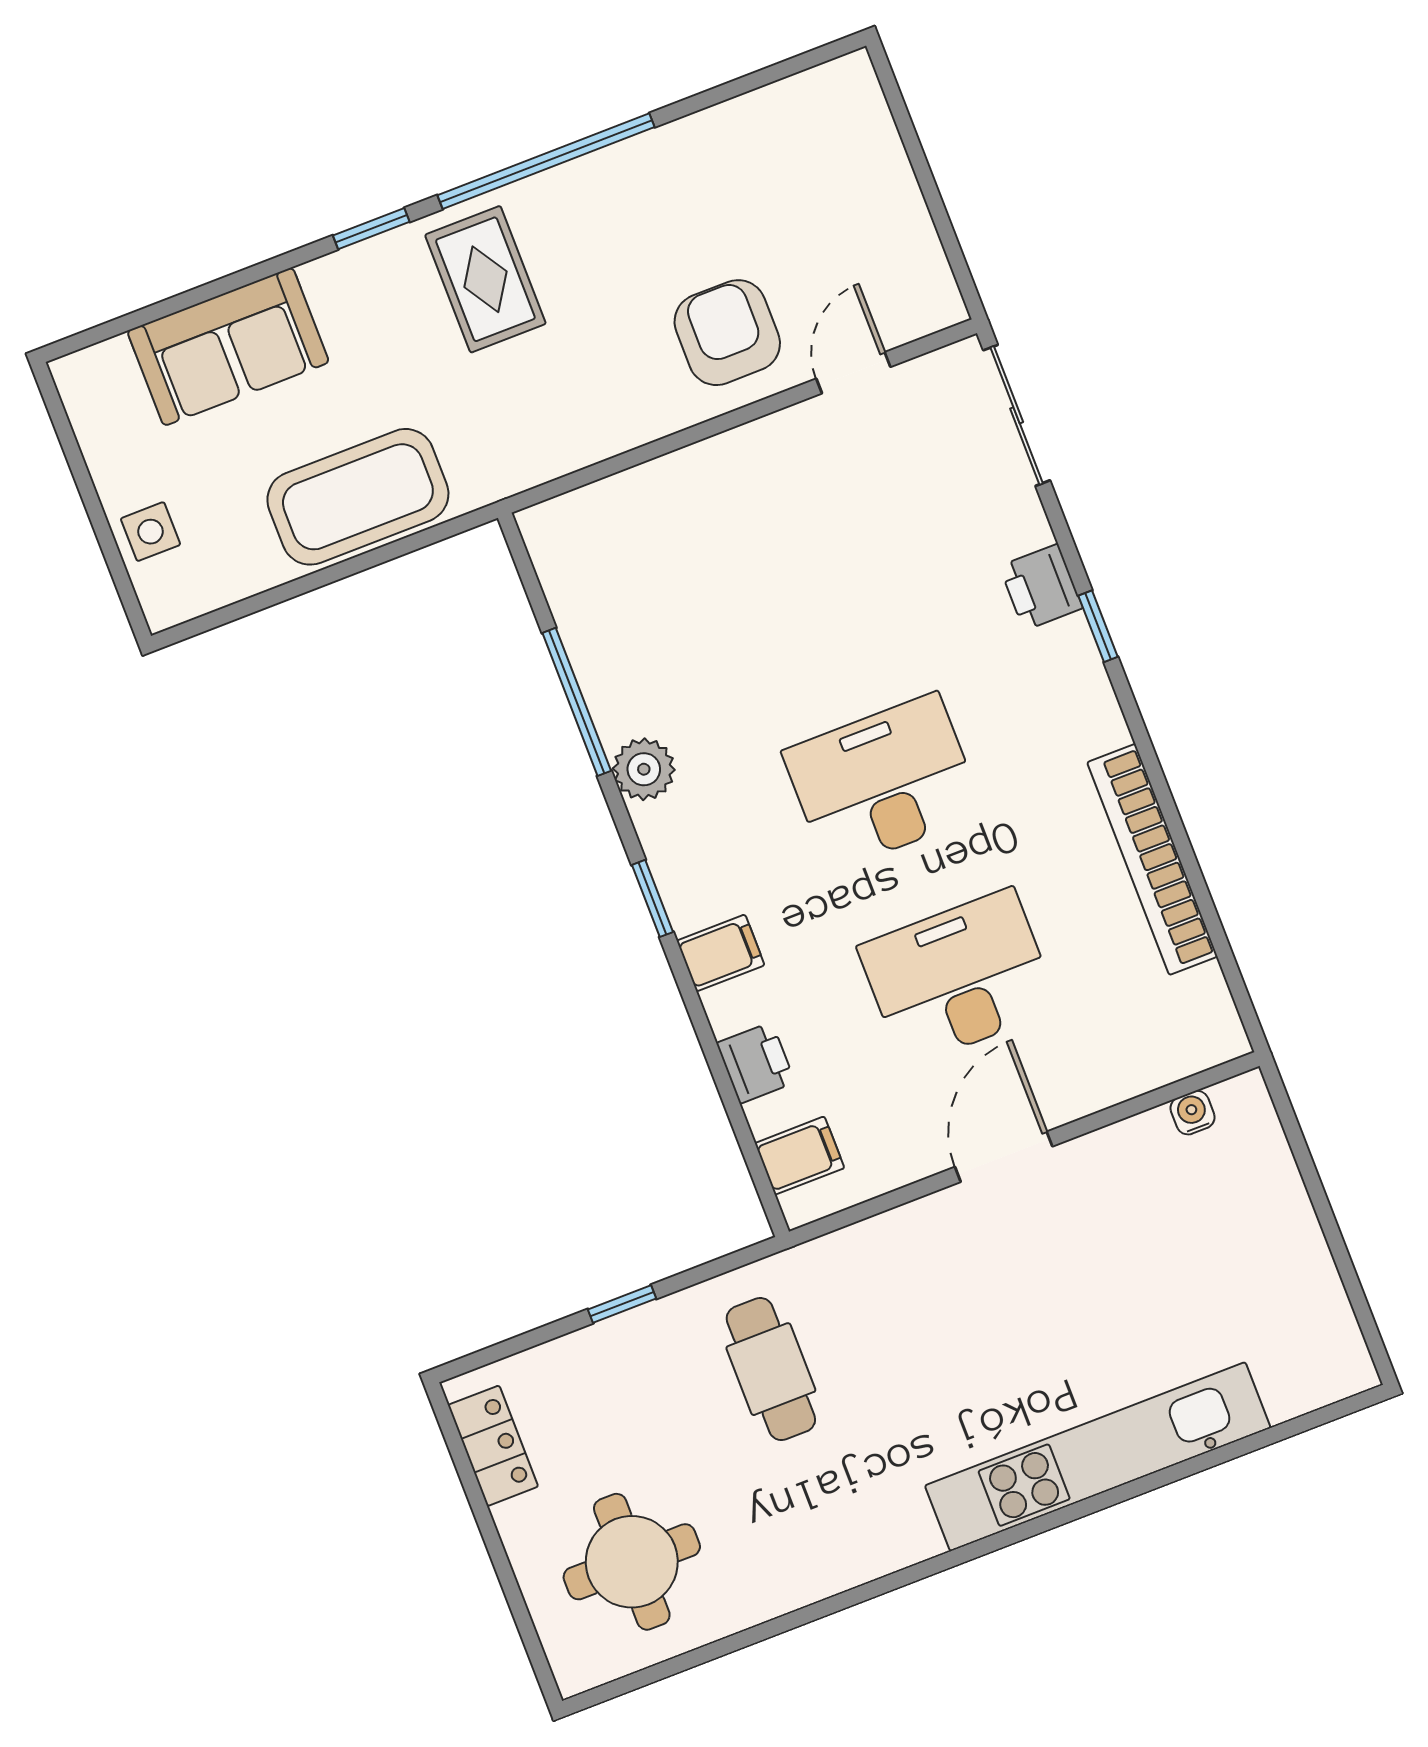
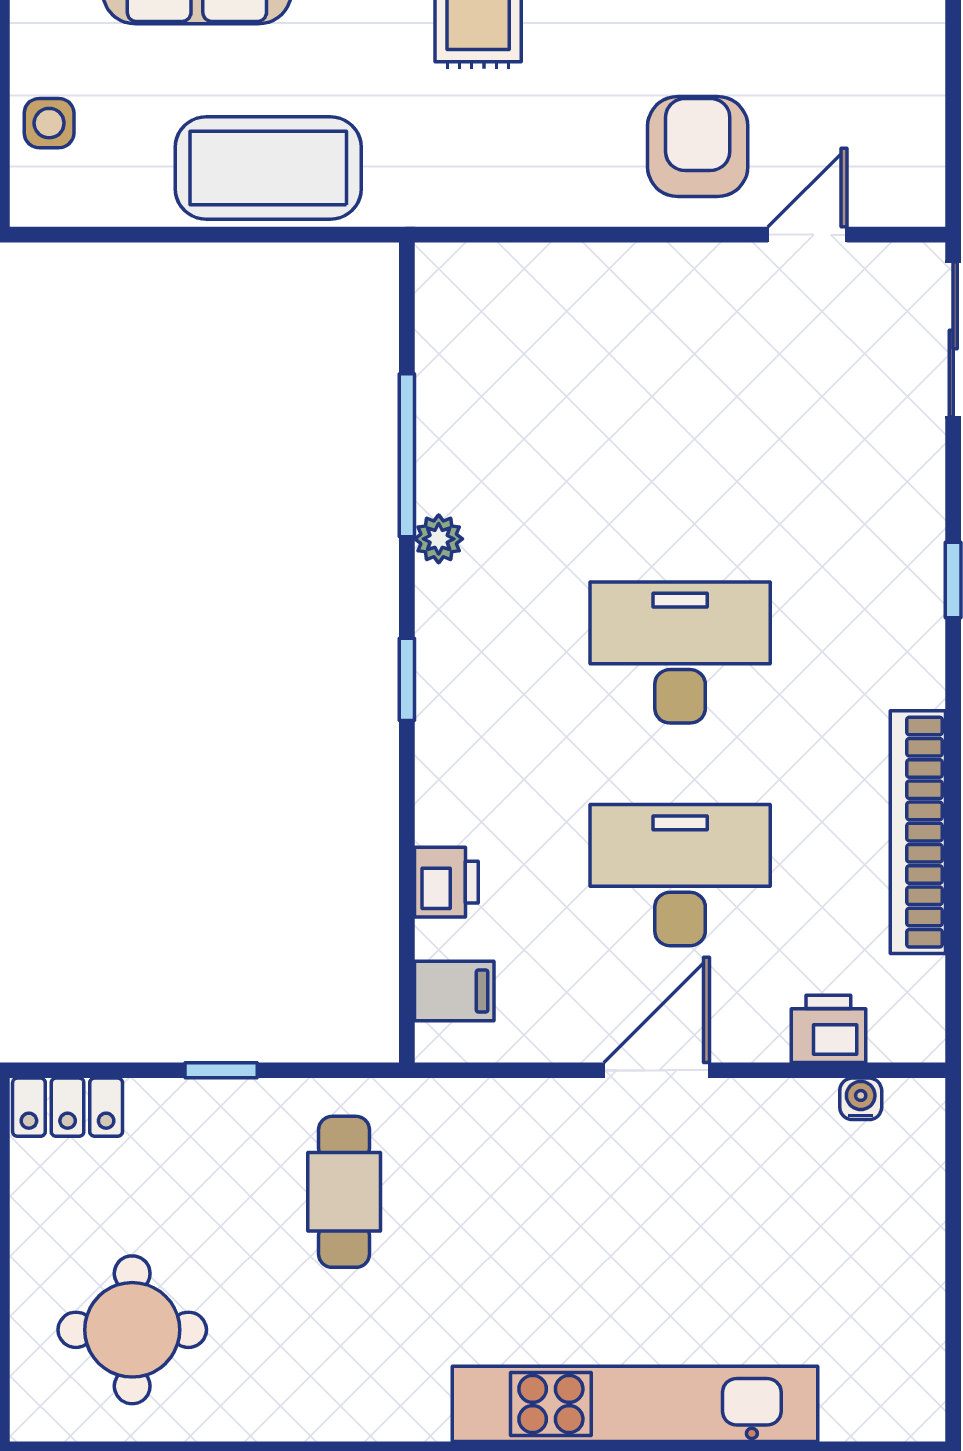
printer: (1041, 587) -> (828, 1029), moved, turned 90
plant: (644, 769) -> (439, 539), width x0.73, depth x0.73
filing cabinet: (721, 953) -> (454, 760), removed
locker: (493, 1446) -> (68, 1107), moved, turned 90

